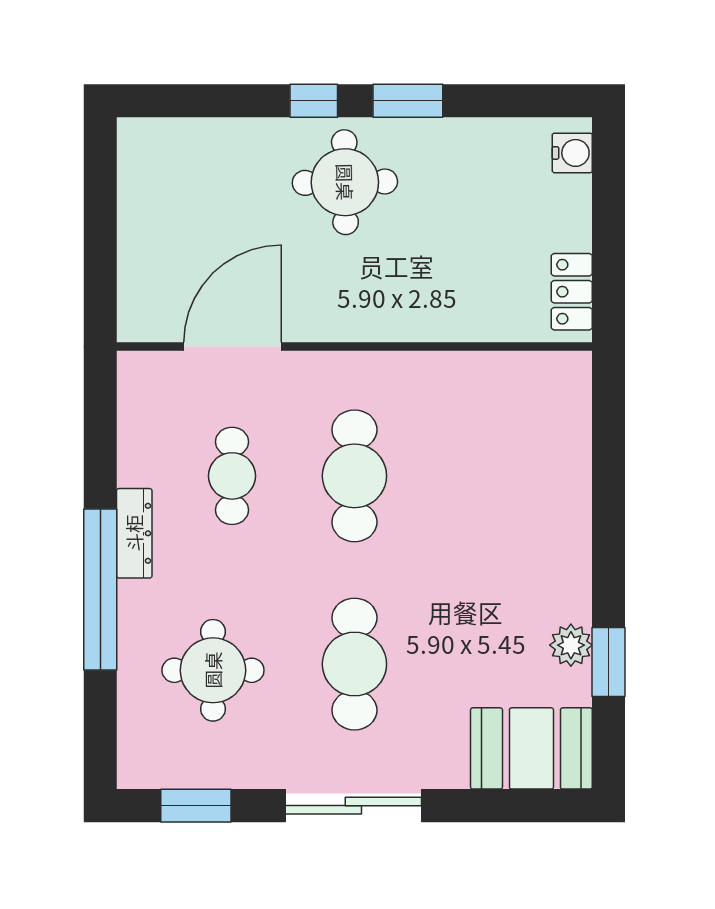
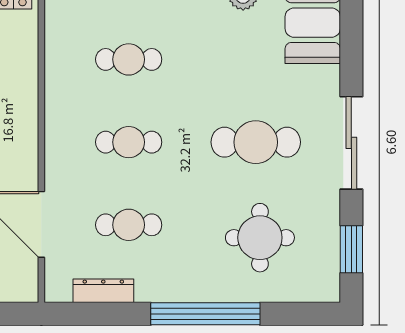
cafe table: (354, 476) -> (129, 142), width x0.73, depth x0.74
cafe table: (477, 476) -> (129, 59), added
dresser: (134, 533) -> (103, 291), moved

